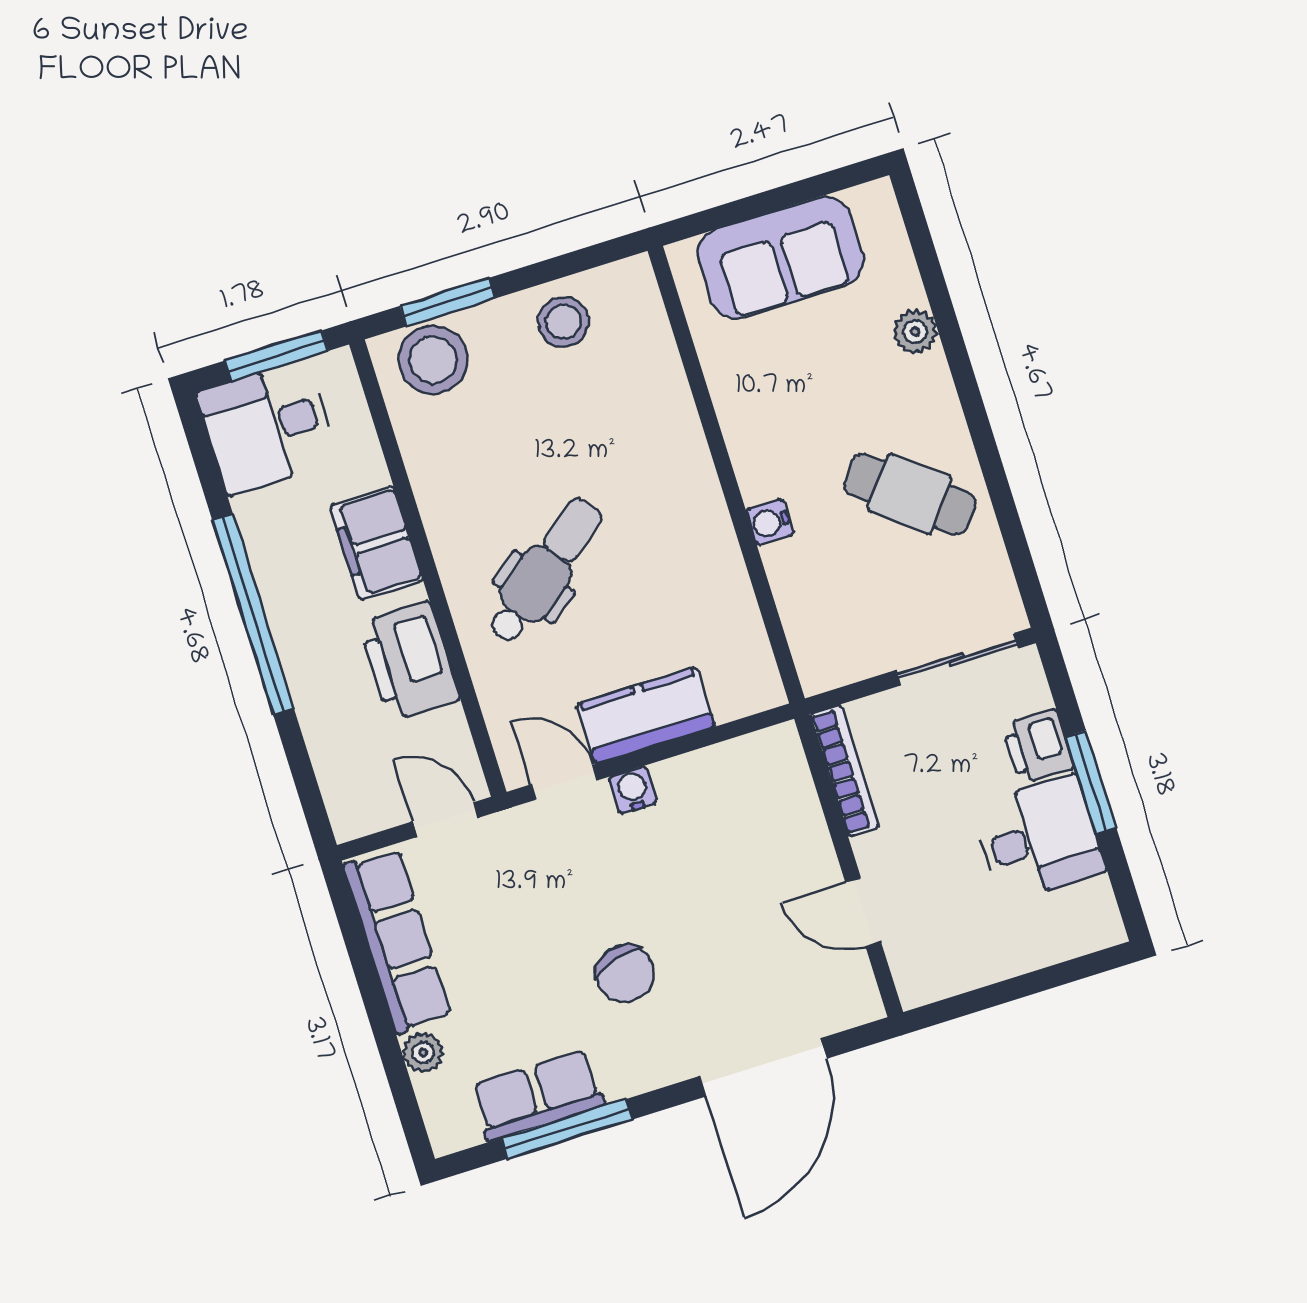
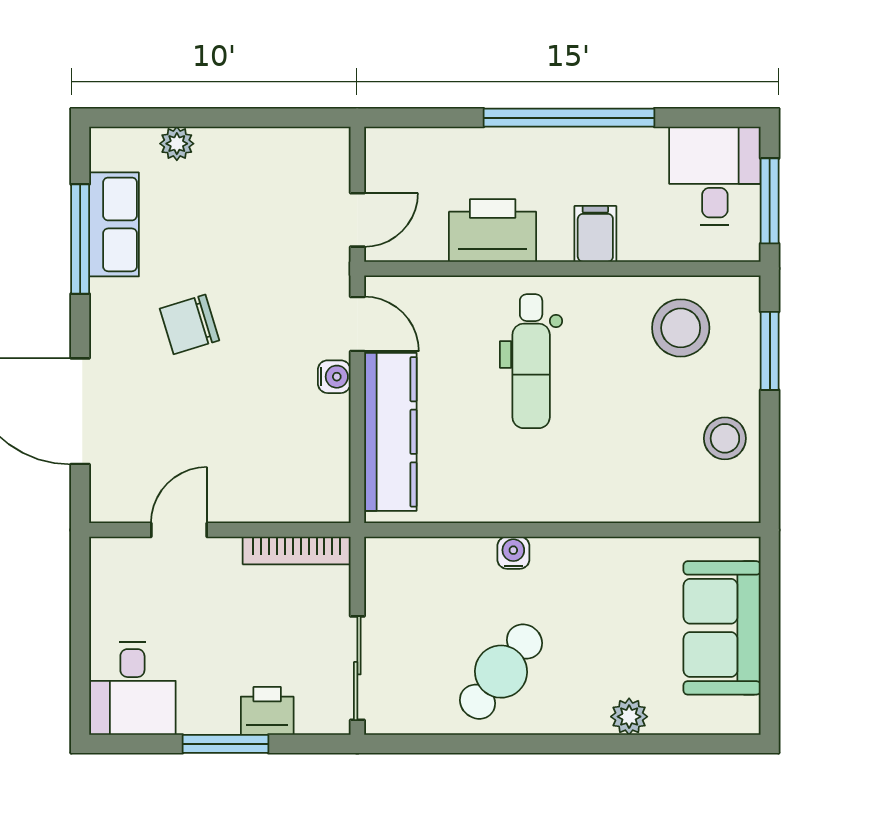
stool: (433, 360) -> (681, 328), moved
filing cabinet: (376, 543) -> (595, 234), width x0.50
dental chair: (545, 571) -> (531, 361), turned 38
kitchen counter: (646, 715) -> (390, 432), width x1.50
door: (564, 782) -> (357, 324), hinge flipped
desk: (1039, 838) -> (132, 688), moved
row of seats: (397, 941) -> (272, 151), removed

